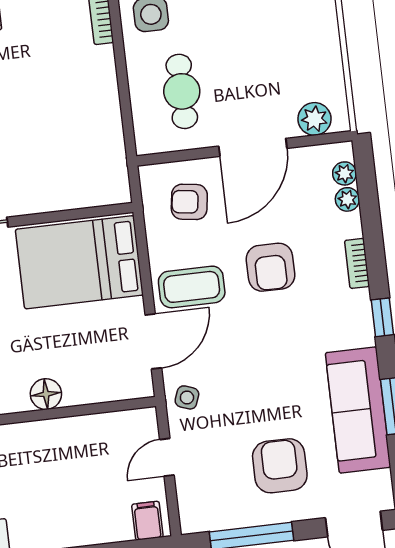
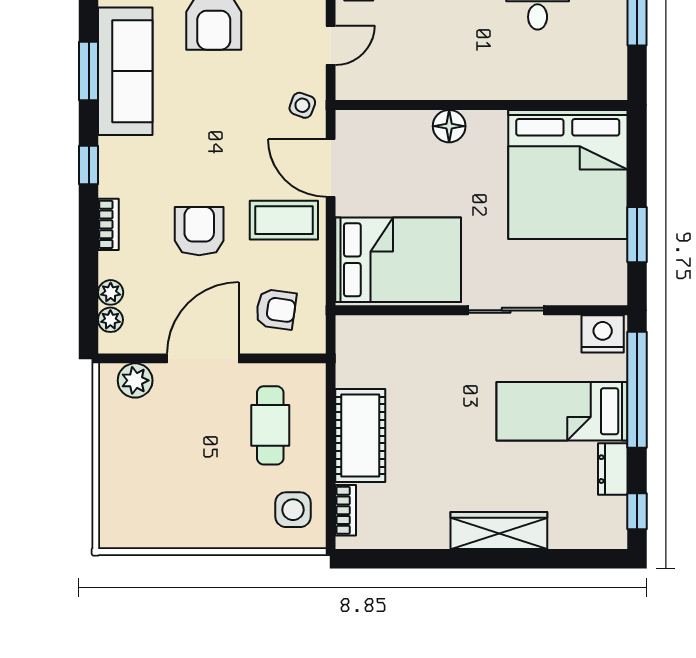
cot: (96, 92) -> (360, 436), added
door: (153, 341) -> (331, 168), hinge flipped

